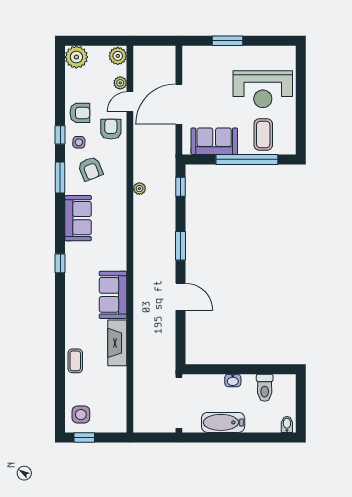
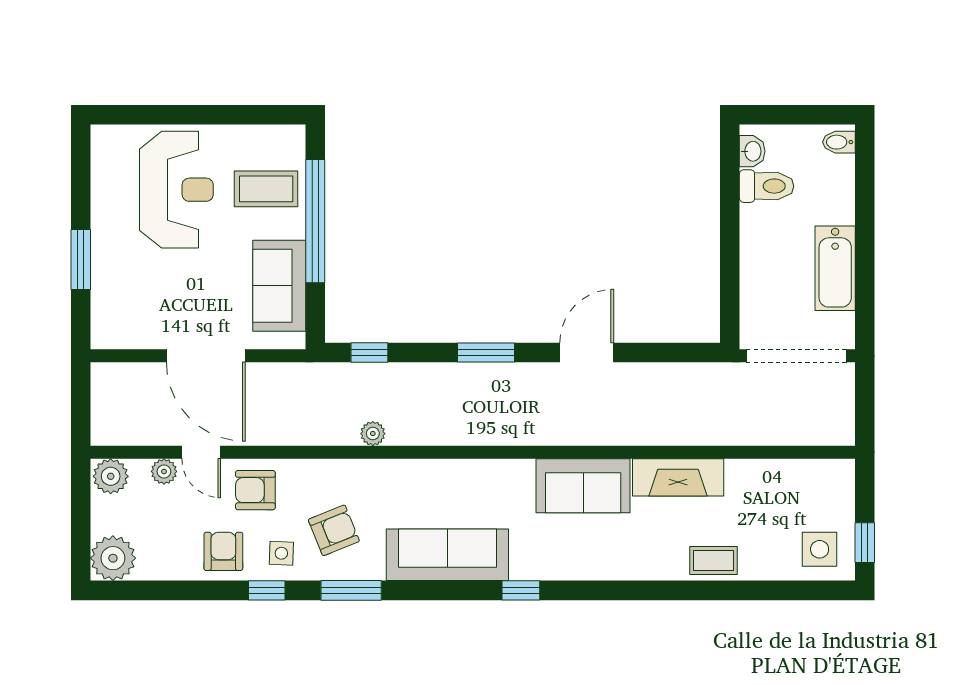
sofa: (78, 218) -> (447, 555), width x1.36
washbasin: (233, 380) -> (752, 151), moved

